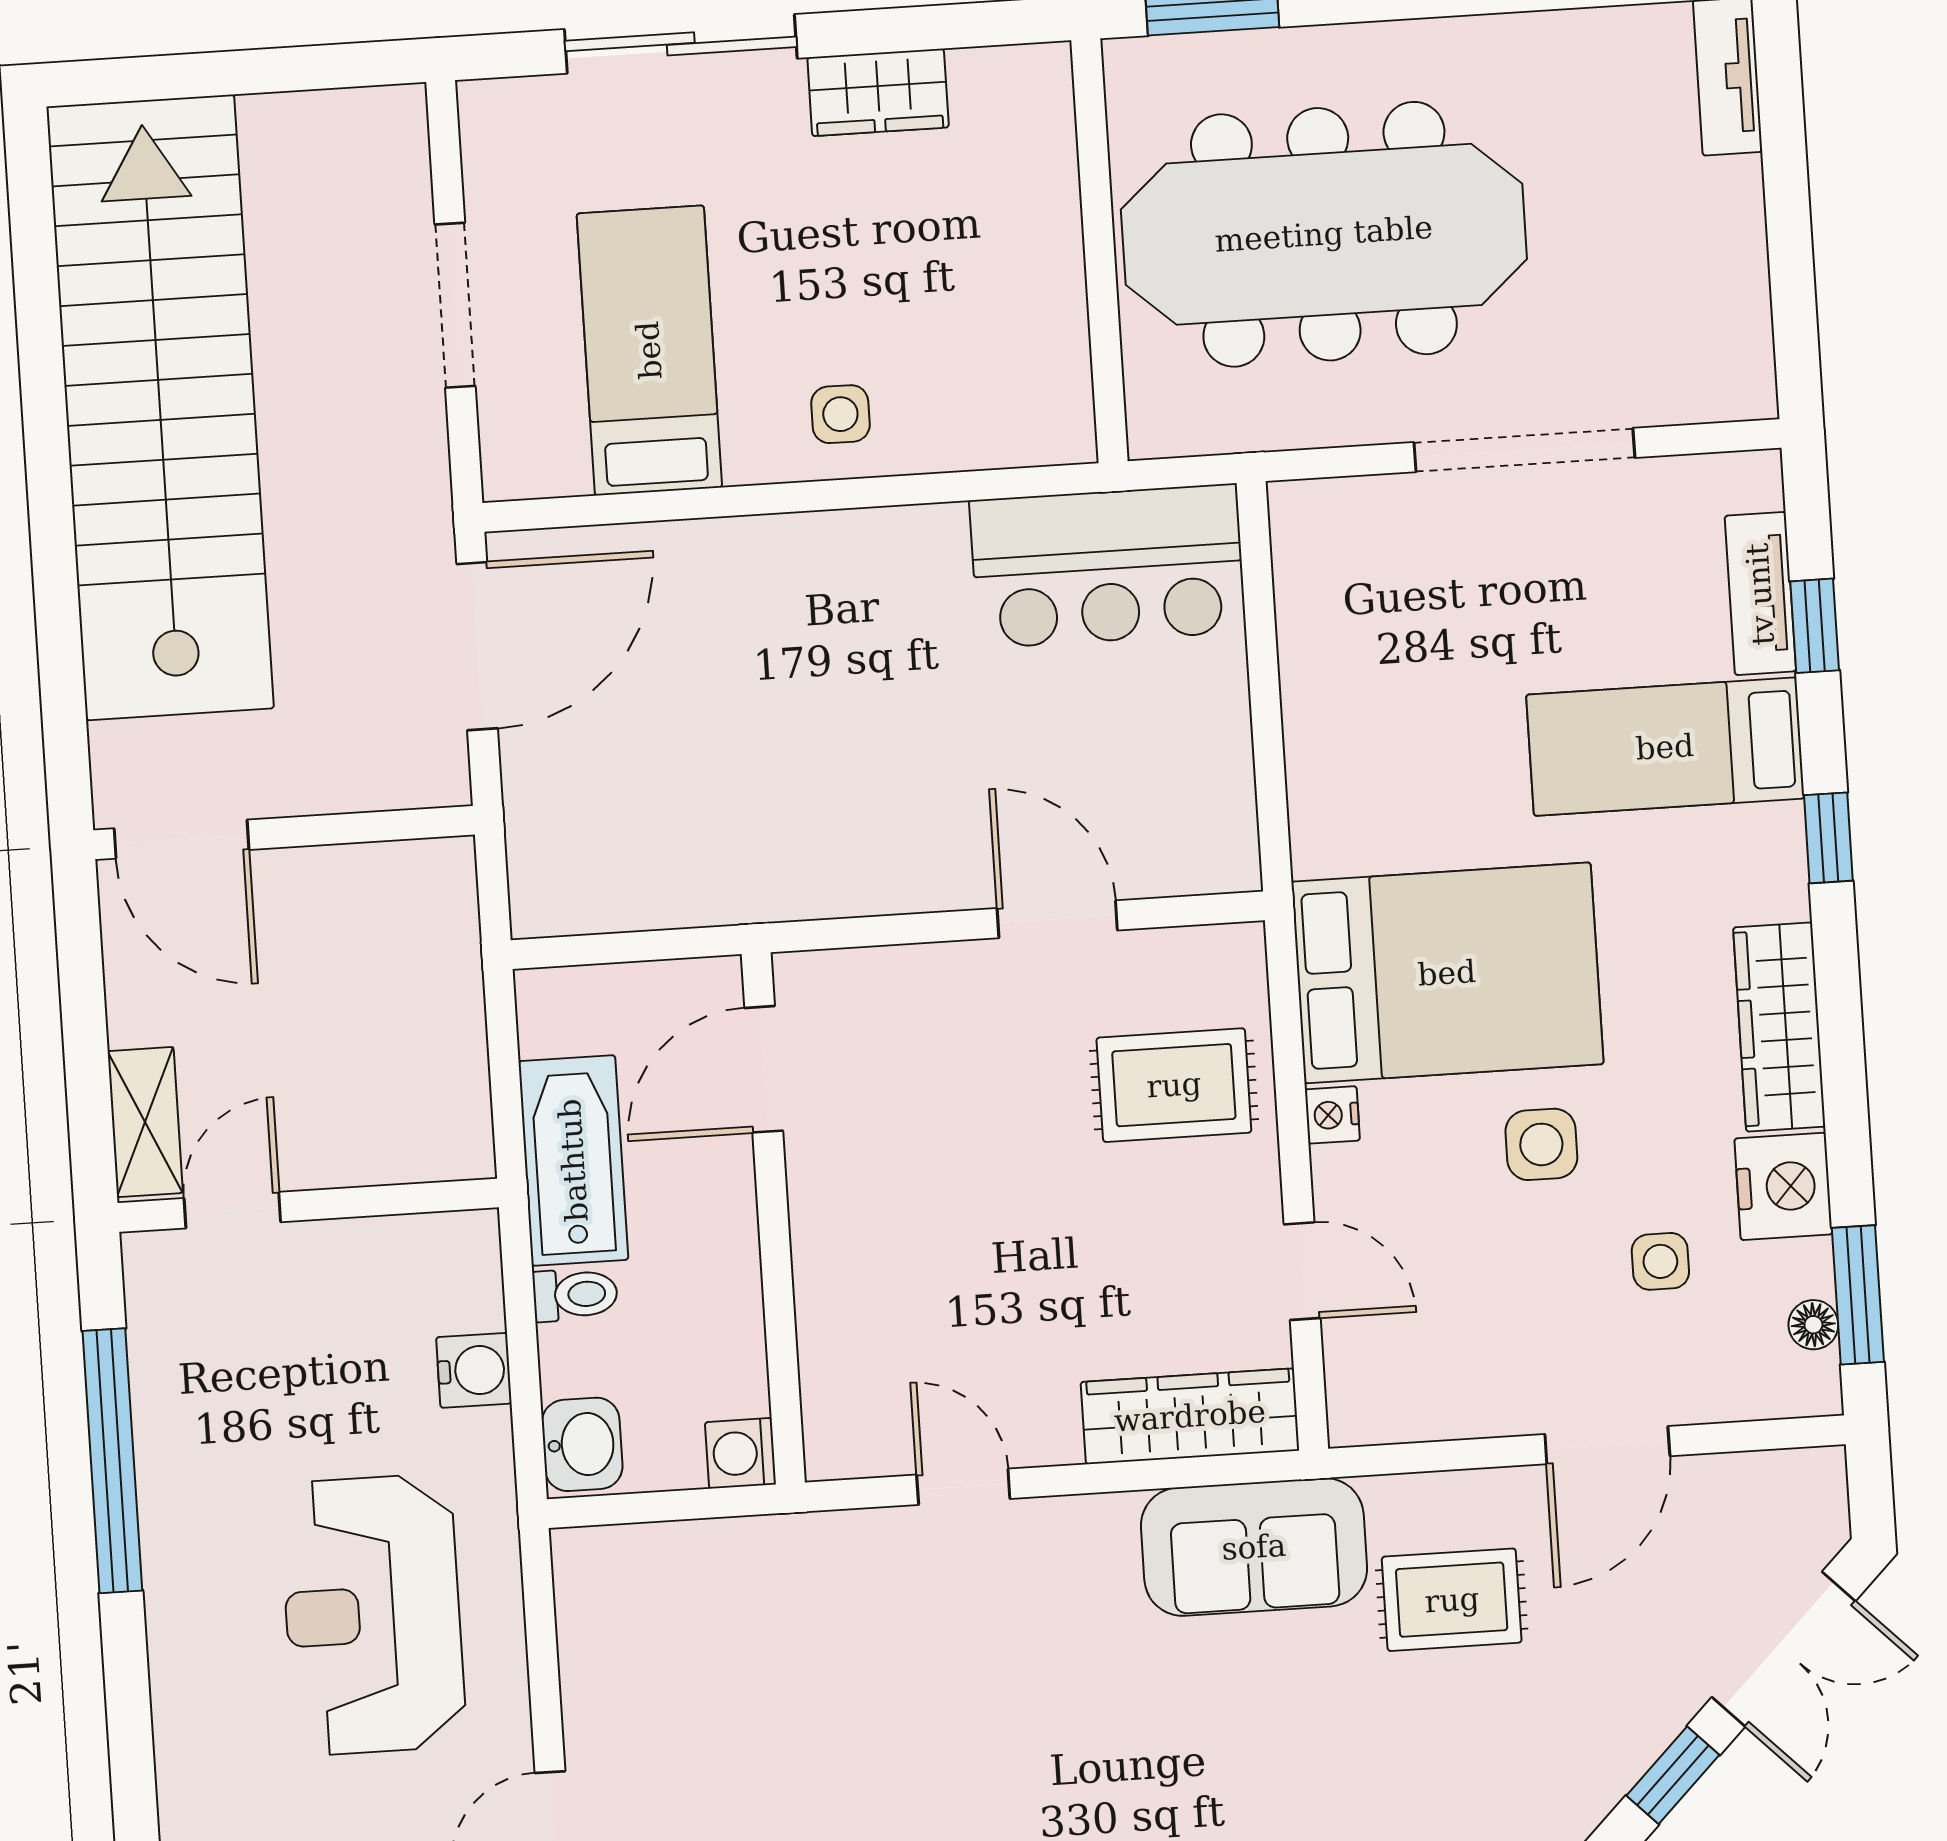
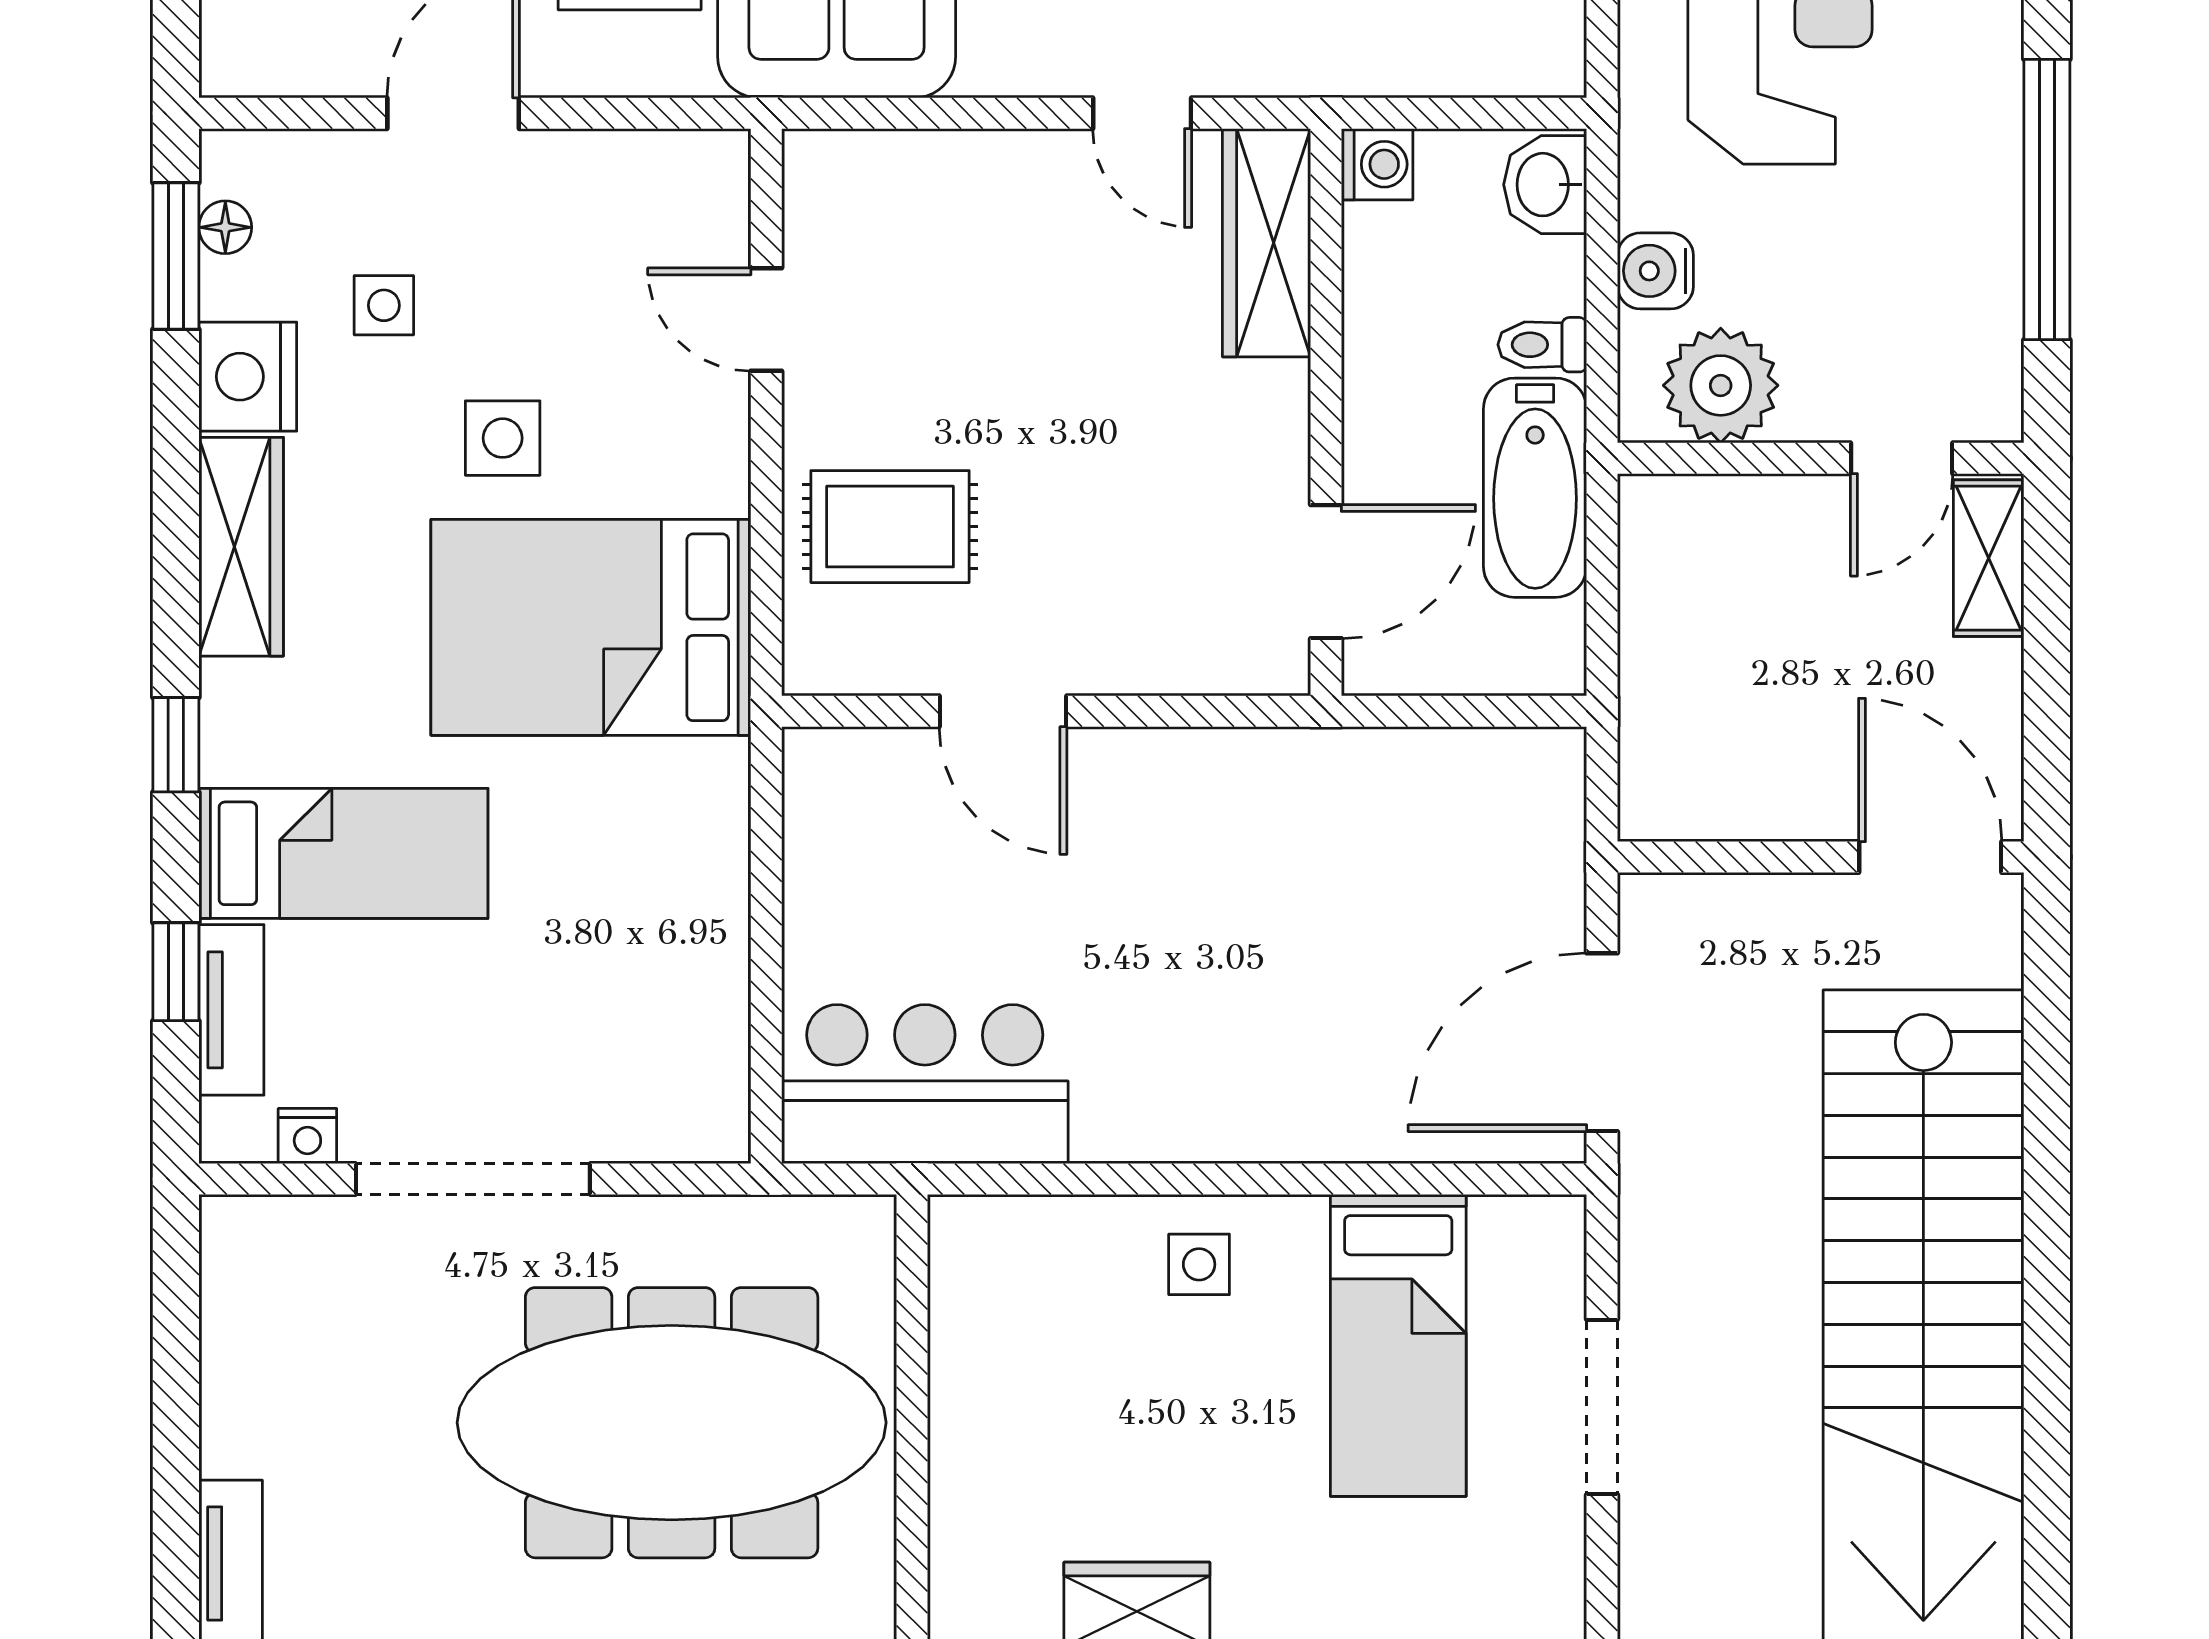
nightstand: (1332, 1115) -> (307, 1136), moved, turned 90
plant: (406, 1267) -> (1721, 385), added
wardrobe: (1190, 1416) -> (1267, 243), moved, turned 90

